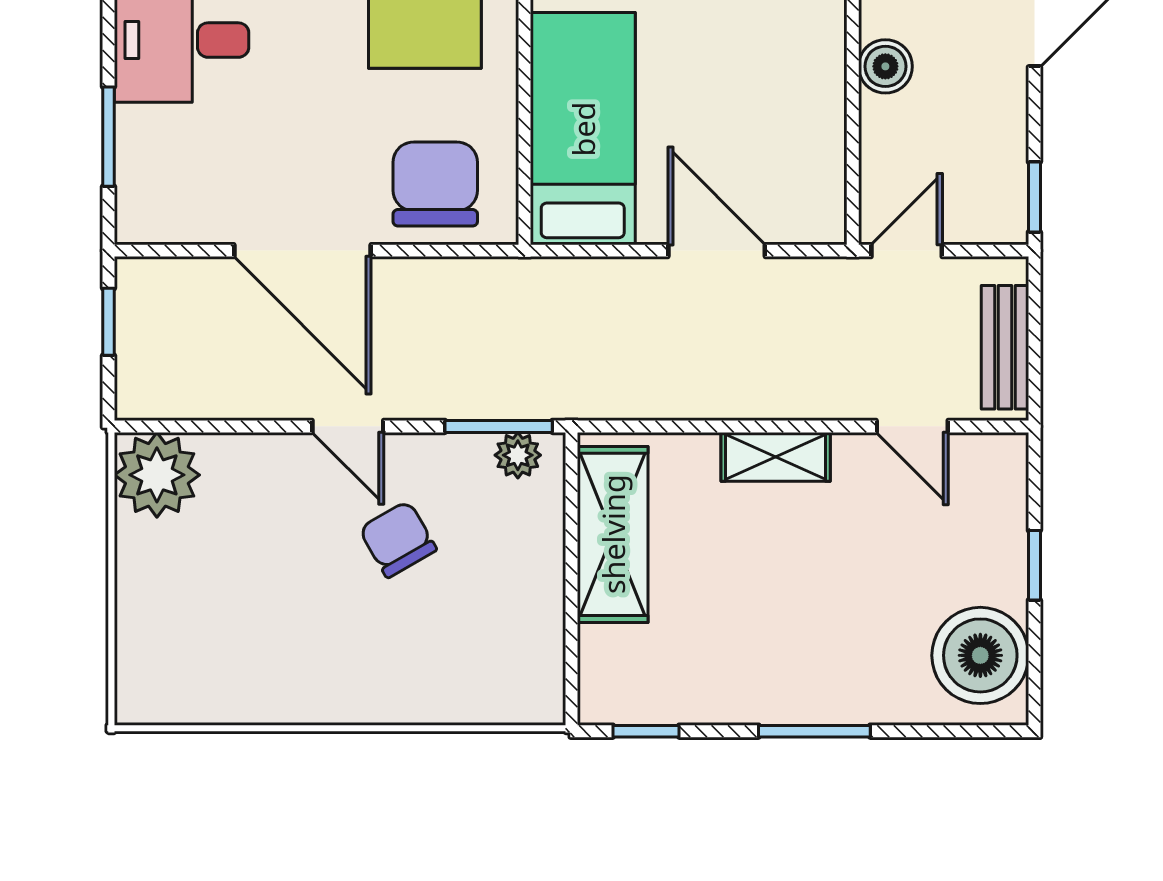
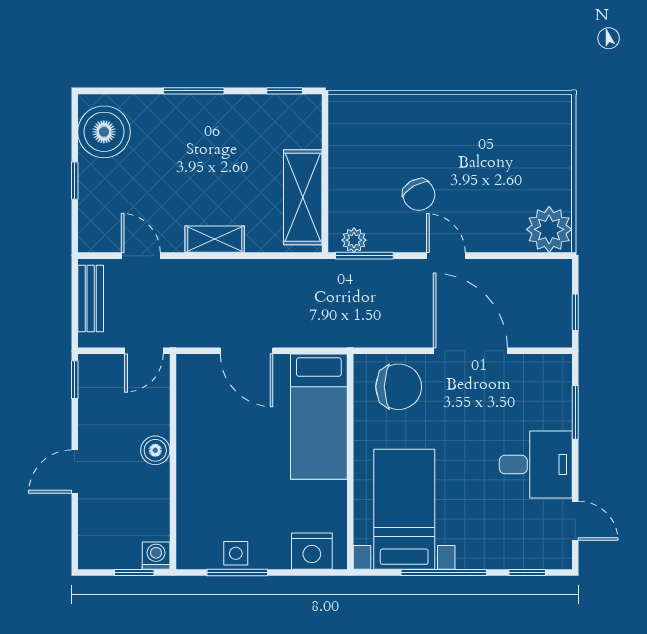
chair: (435, 184) -> (399, 387), turned -90

